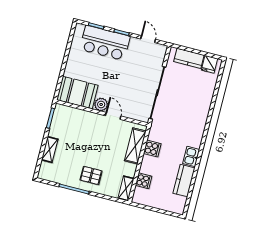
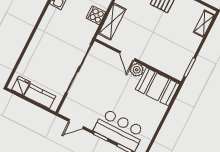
door: (148, 39) -> (76, 124), hinge flipped
shelving: (50, 149) -> (204, 24), moved

